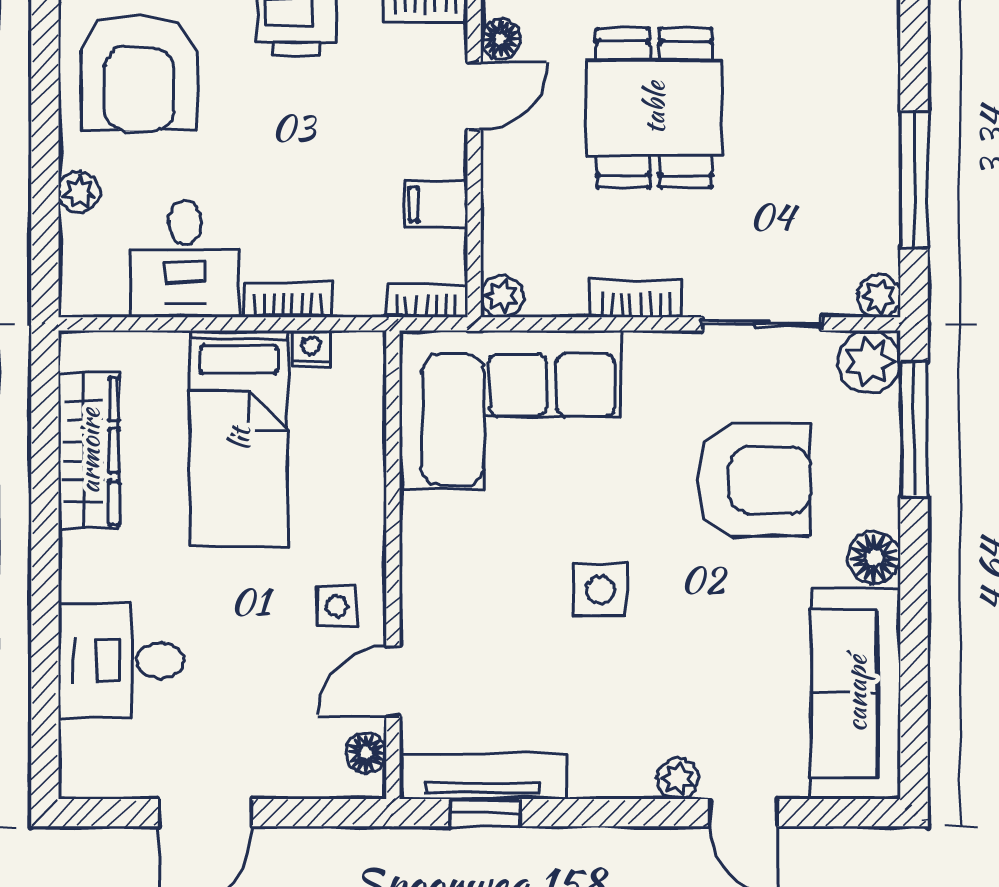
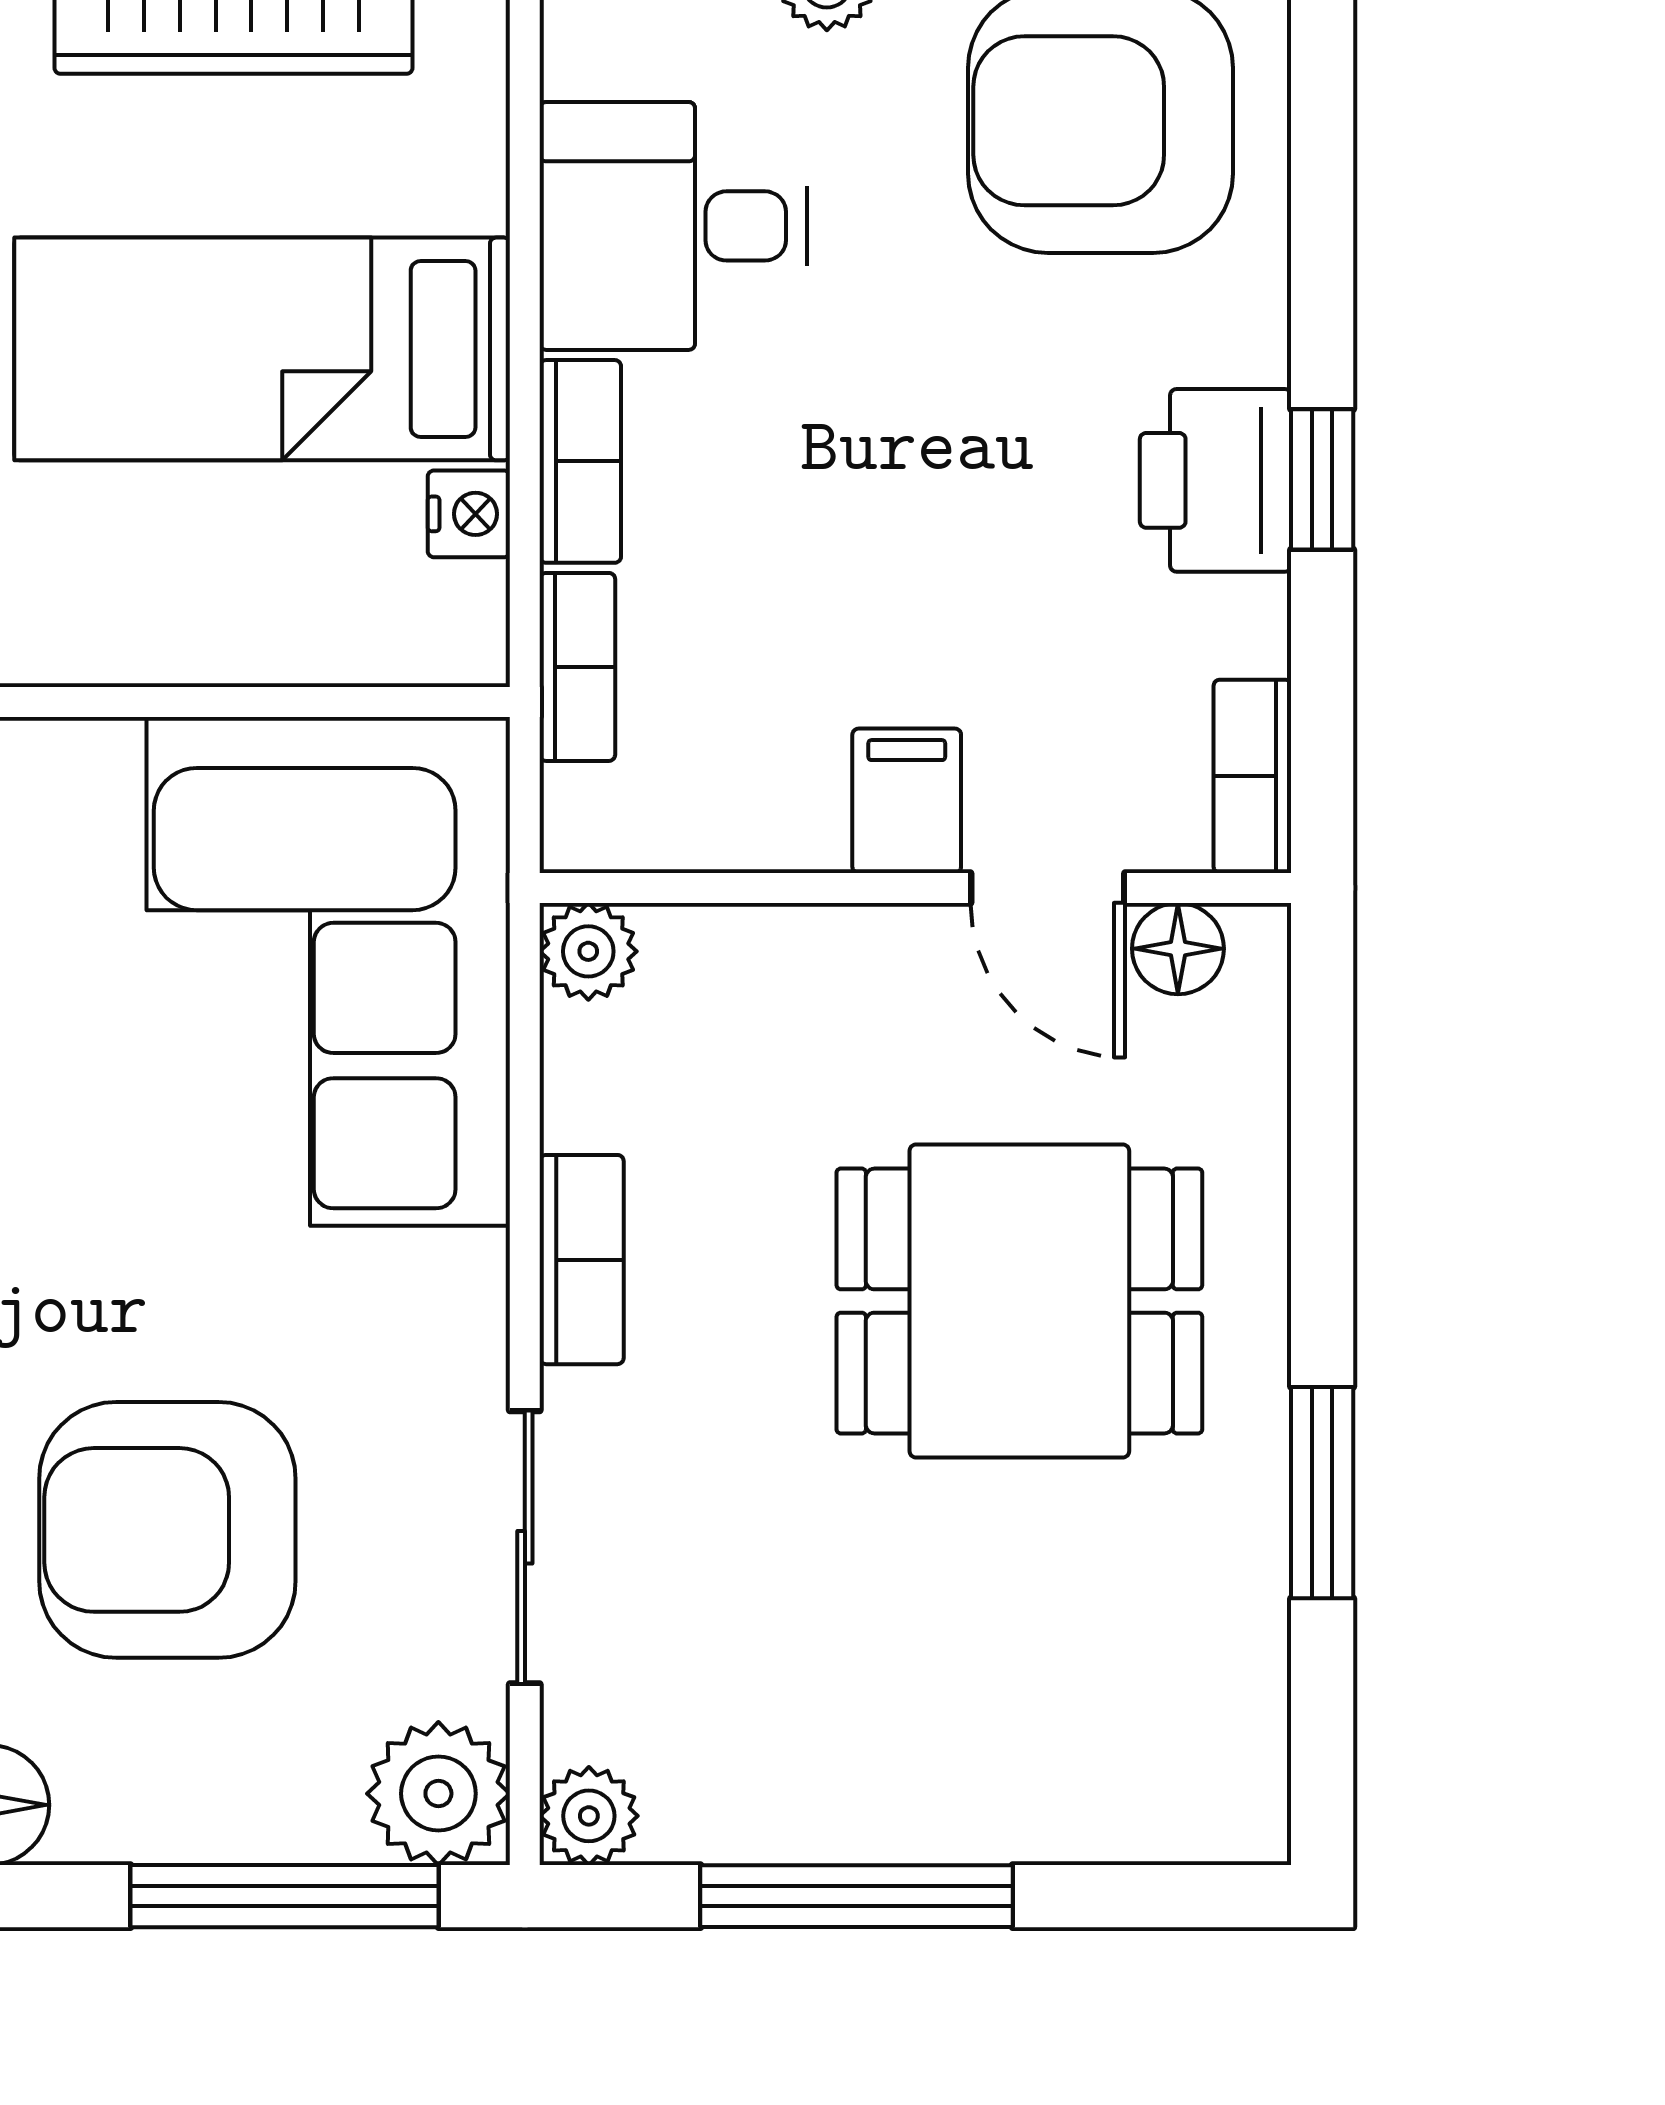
filing cabinet: (436, 204) -> (907, 801), moved
bookcase: (426, 301) -> (577, 667), moved
armchair: (754, 480) -> (167, 1530), turned 90

